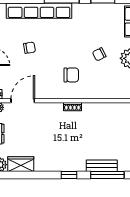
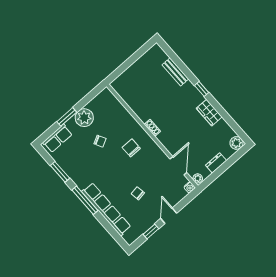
door: (23, 101) -> (178, 166), swing flipped
wardrobe: (21, 164) -> (209, 113), moved
window: (107, 175) -> (178, 62), removed

